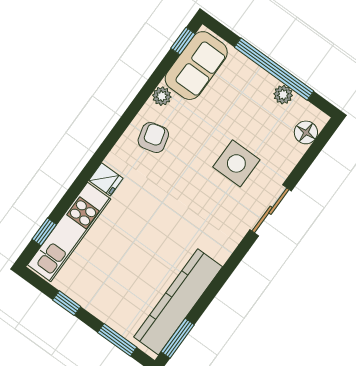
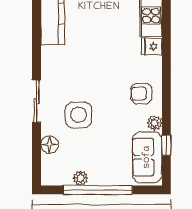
window: (183, 41) -> (166, 145), moved
floor lamp: (306, 132) -> (50, 145), moved
armchair: (153, 138) -> (141, 94), turned 105

